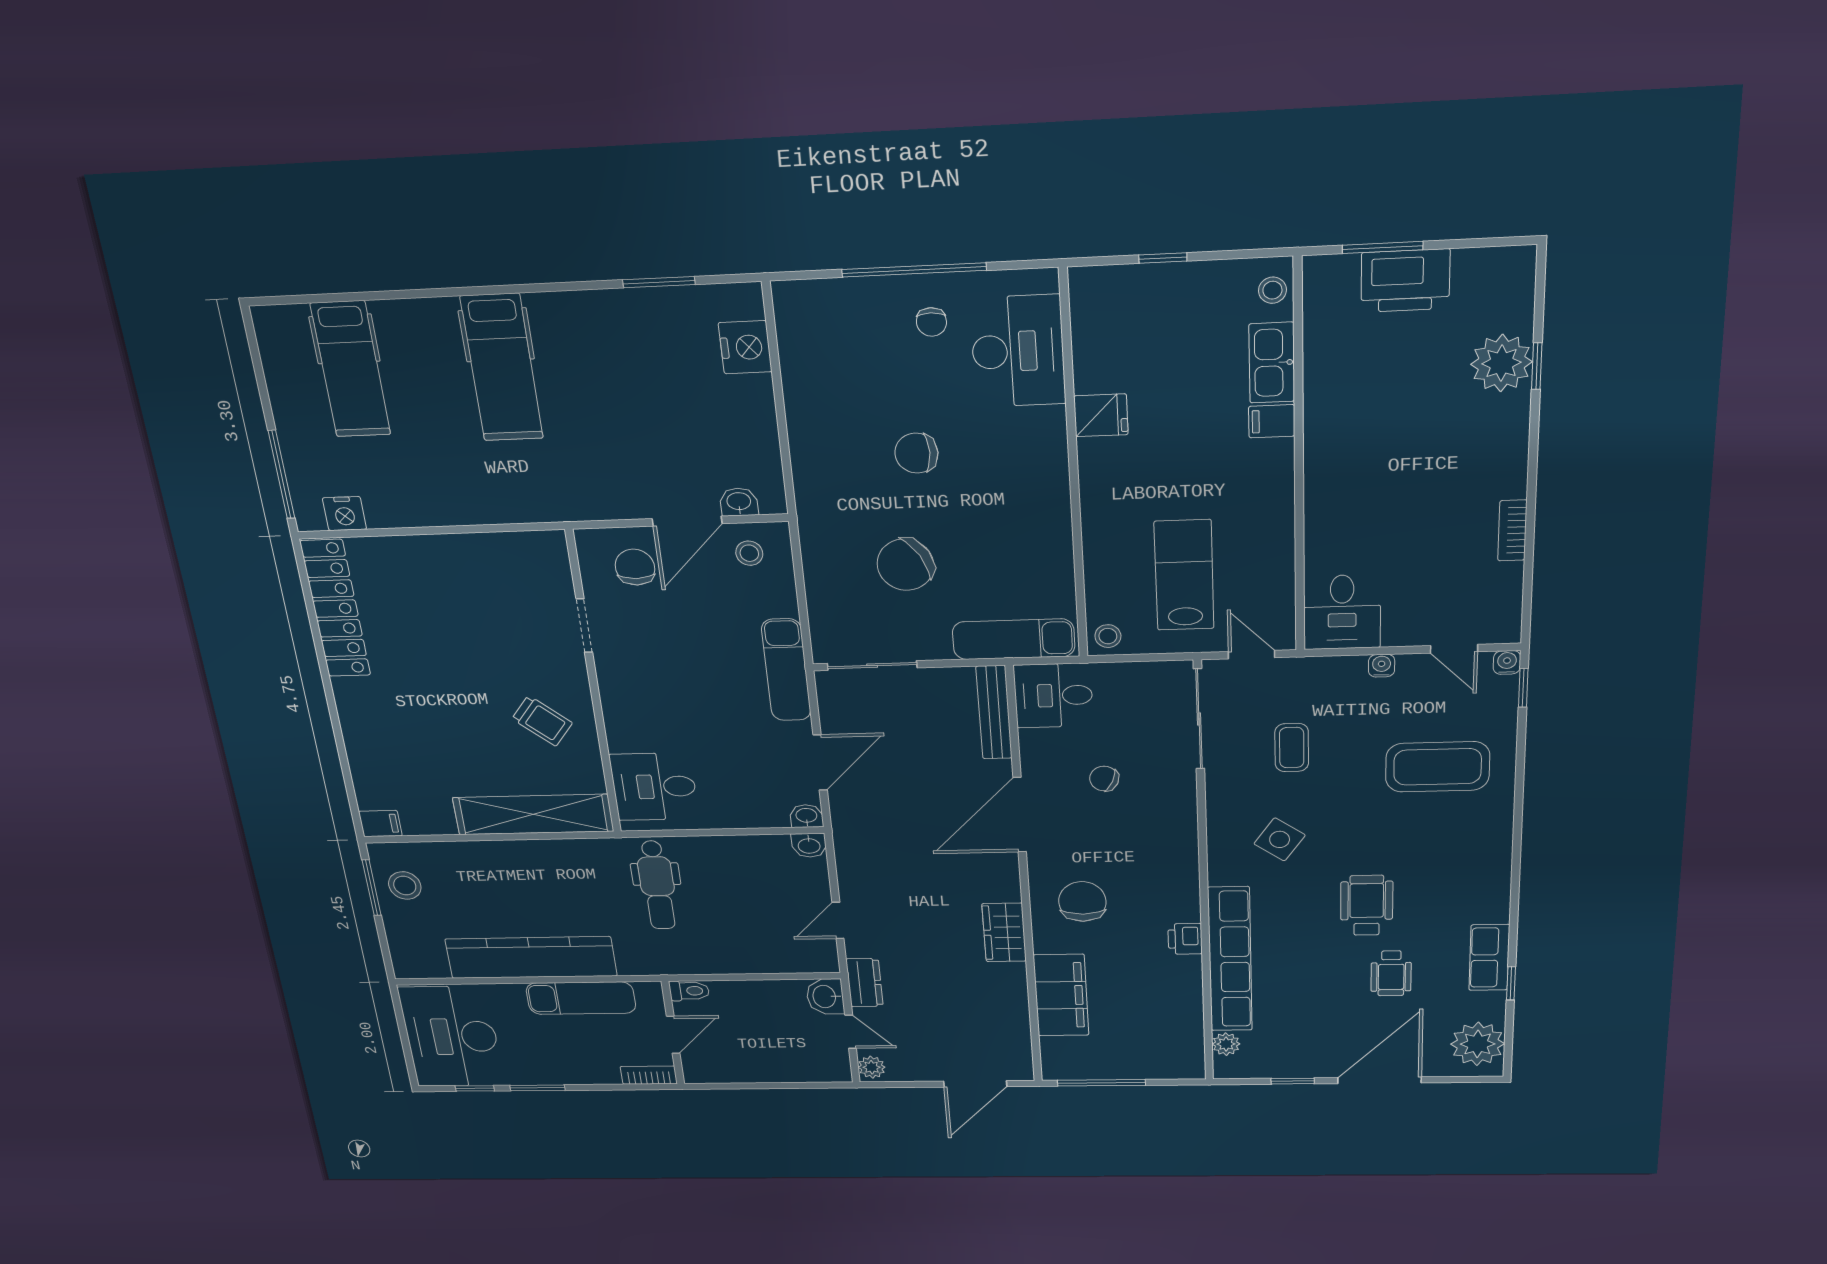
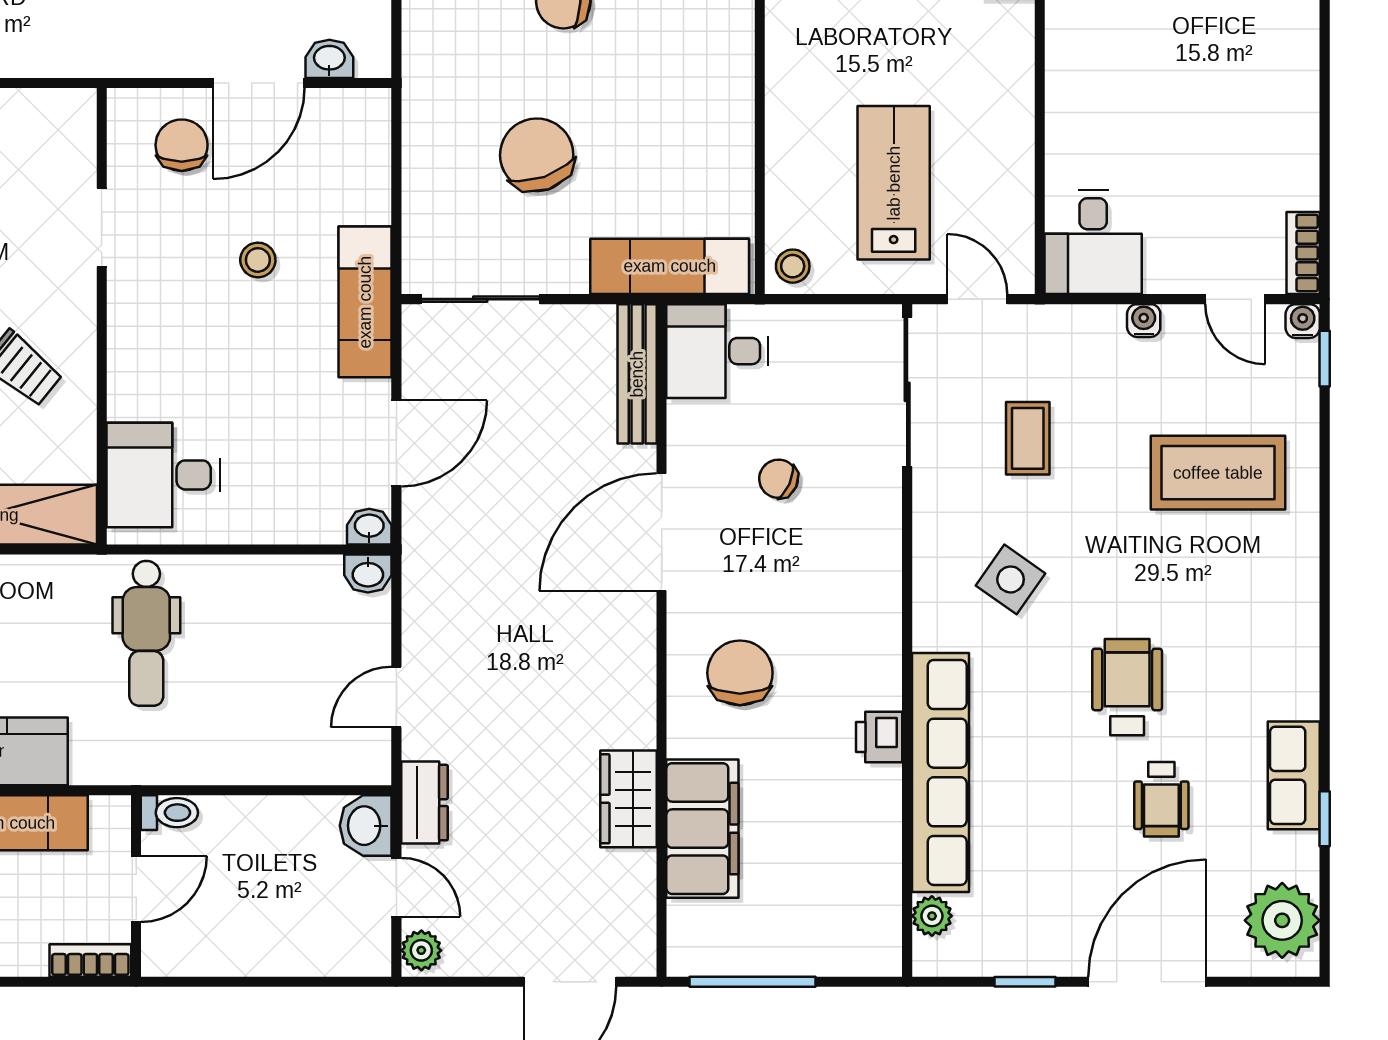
bookcase: (1512, 530) -> (1303, 253), moved
stool: (749, 553) -> (258, 260), moved
chair: (905, 565) -> (537, 155), turned 102
wardrobe: (1004, 932) -> (629, 799), moved

